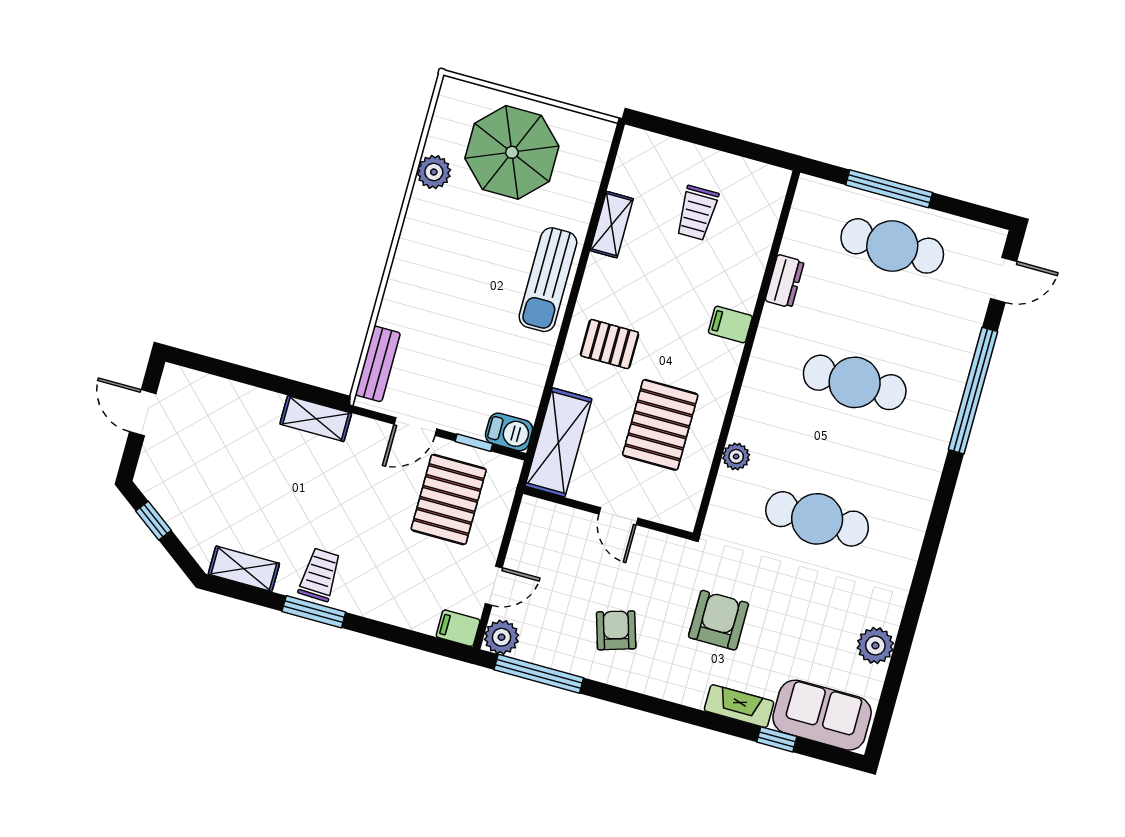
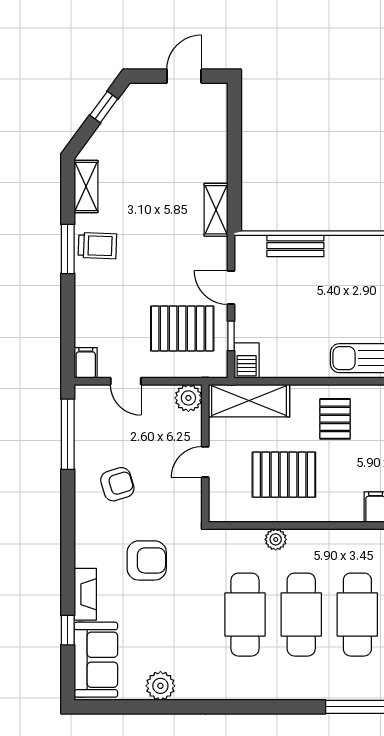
bench: (378, 364) -> (295, 246), moved
cafe table: (836, 451) -> (301, 615), added
plant: (502, 637) -> (188, 398), moved

